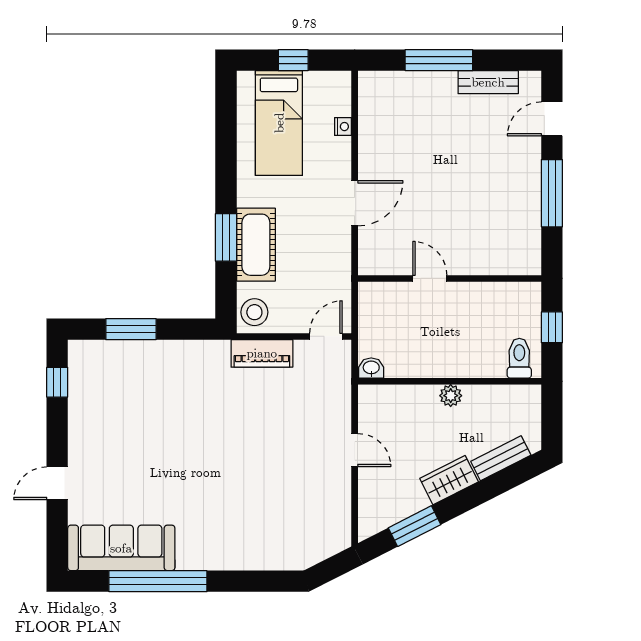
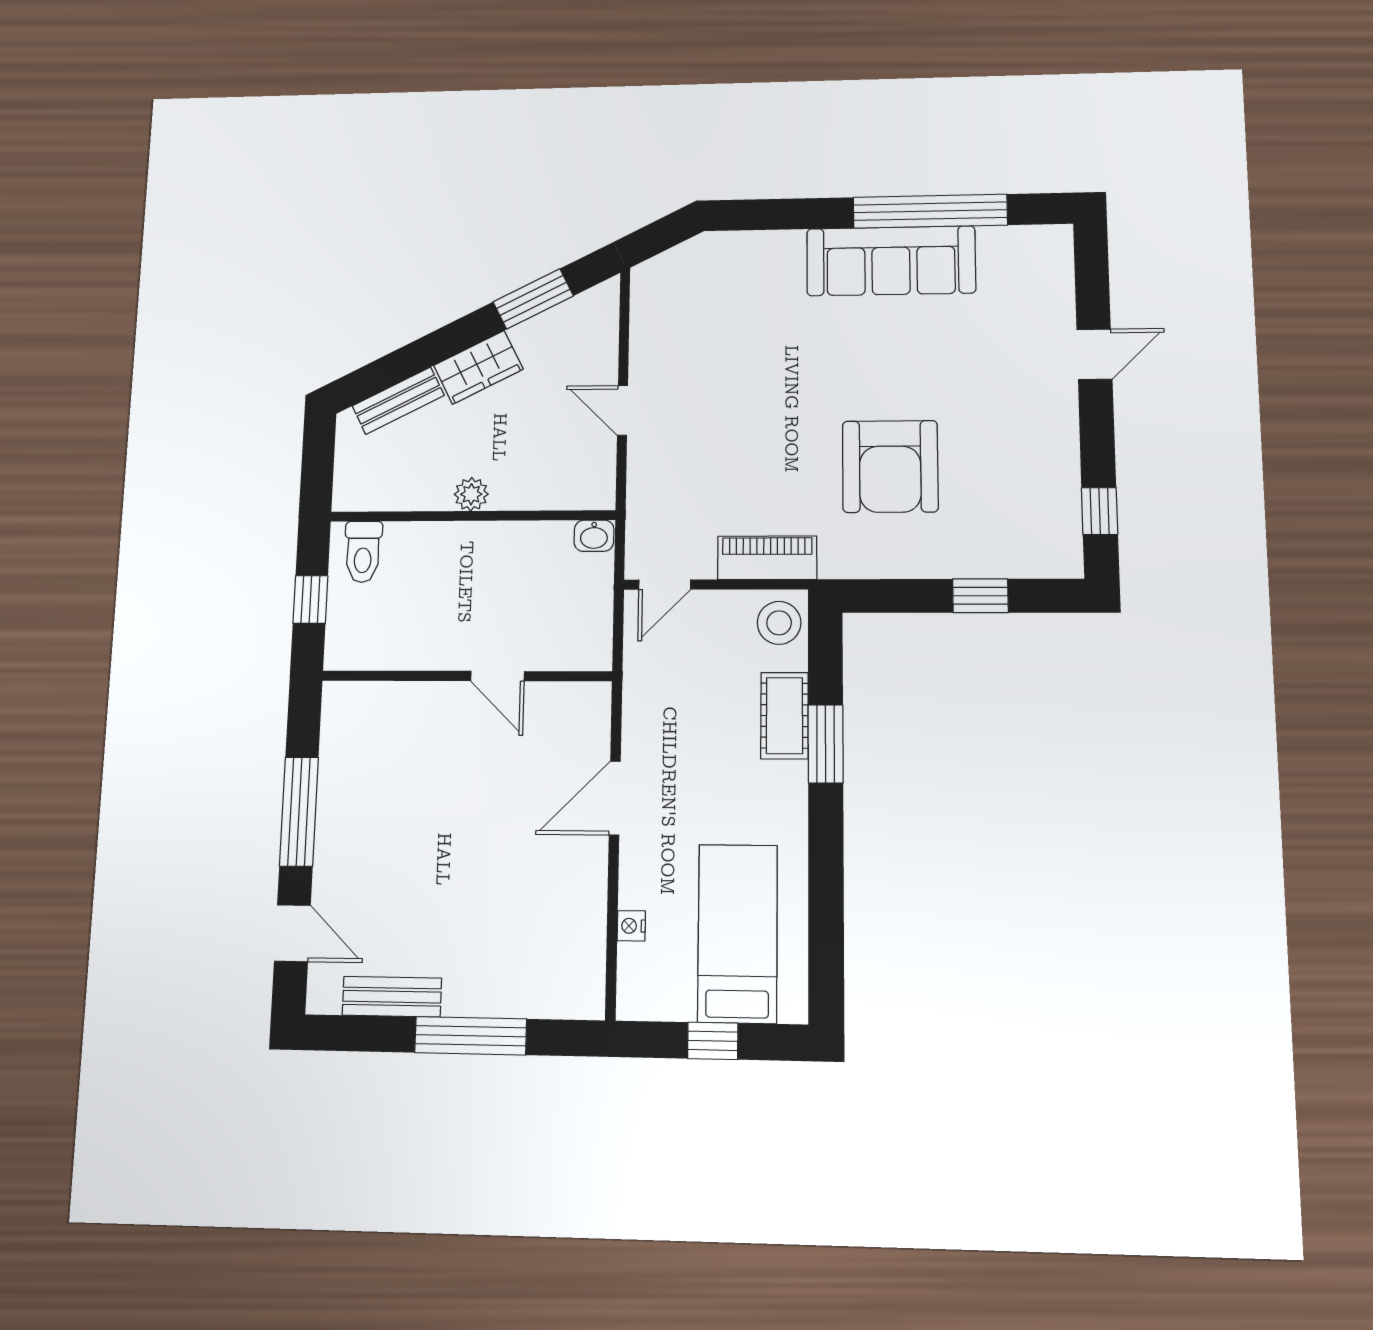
door: (552, 119) -> (292, 933), hinge flipped
cot: (256, 245) -> (784, 716), width x0.73, depth x0.75
window: (131, 329) -> (980, 596), width x0.67
armchair: (185, 412) -> (890, 466), added
sofa: (121, 548) -> (891, 261), moved

